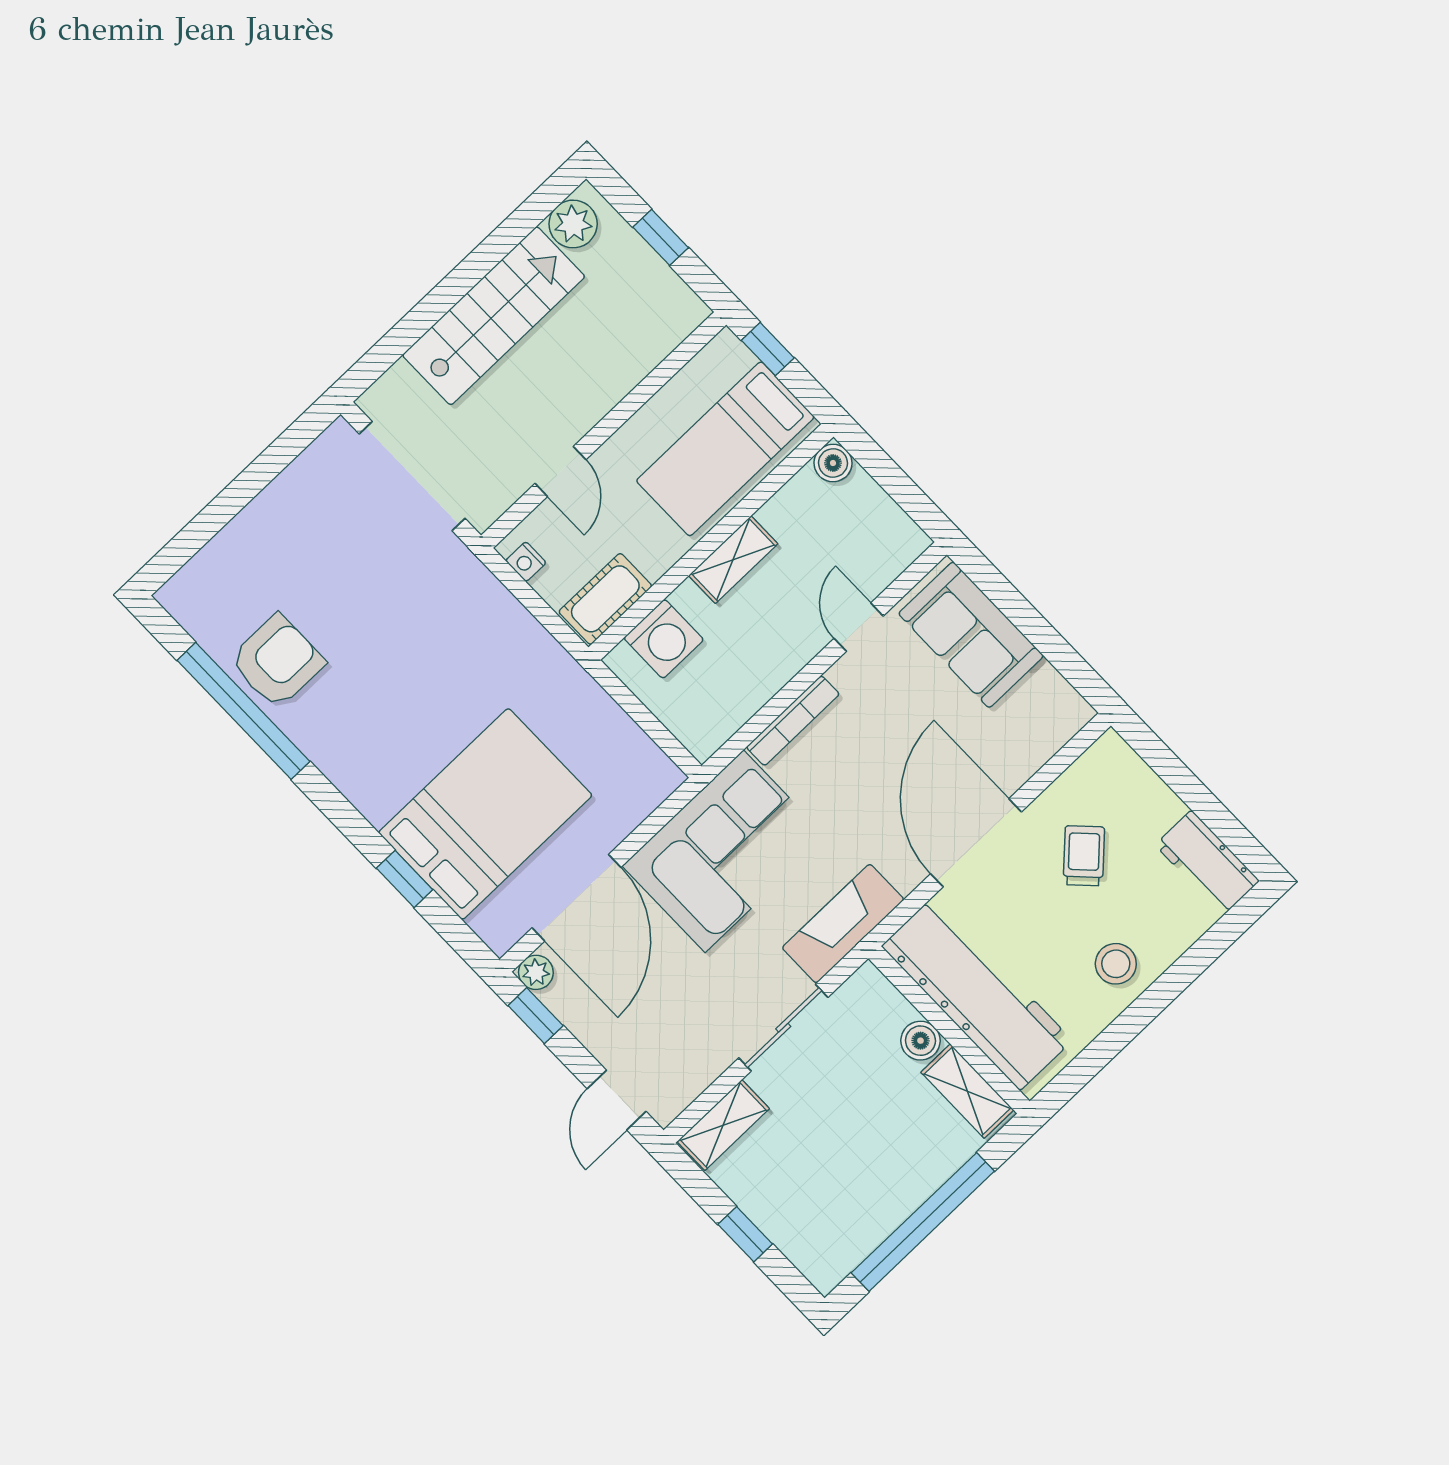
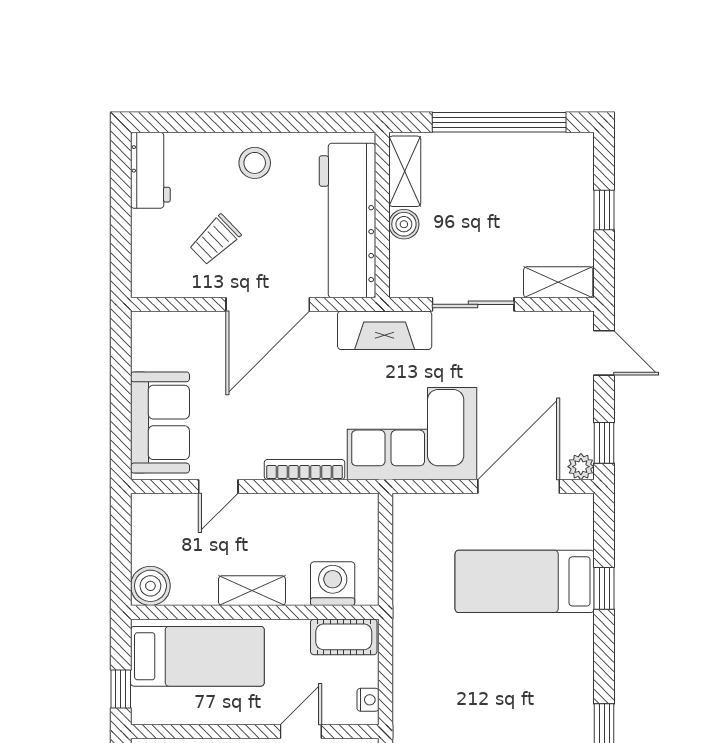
boiler: (833, 463) -> (150, 586), width x1.36, depth x1.36
bed: (485, 814) -> (525, 581), width x0.67
door: (617, 1100) -> (604, 353), hinge flipped

